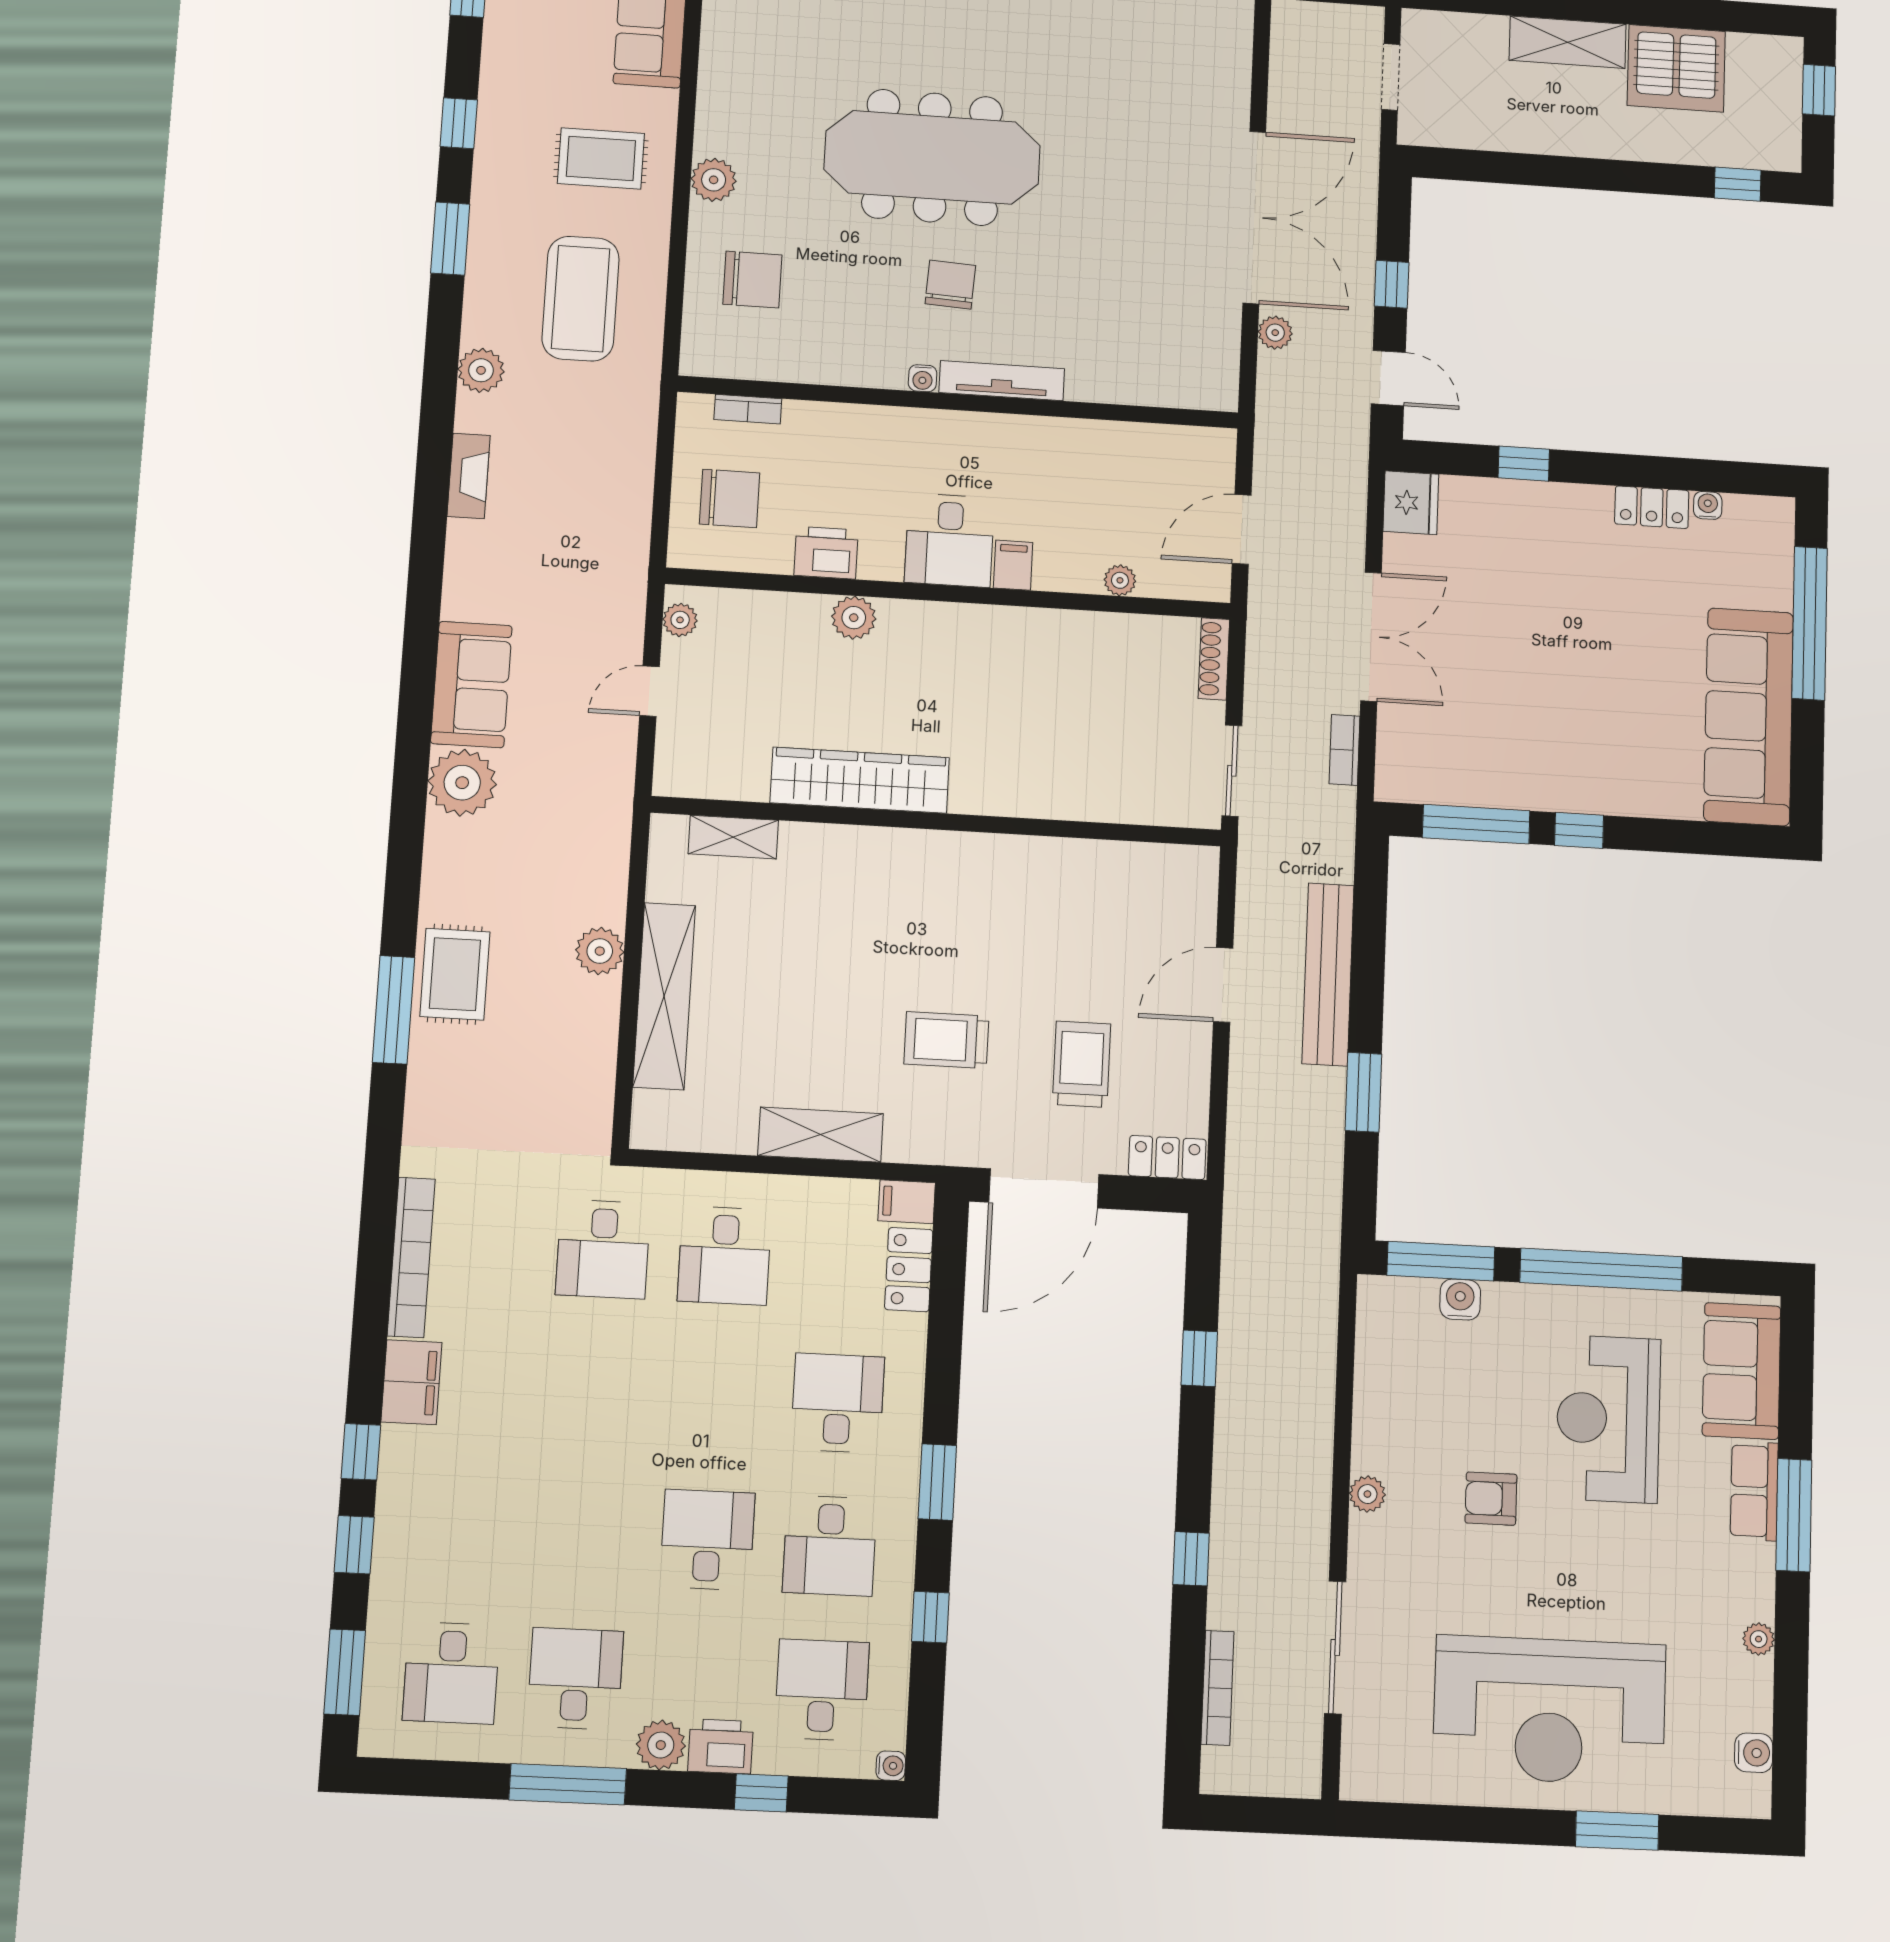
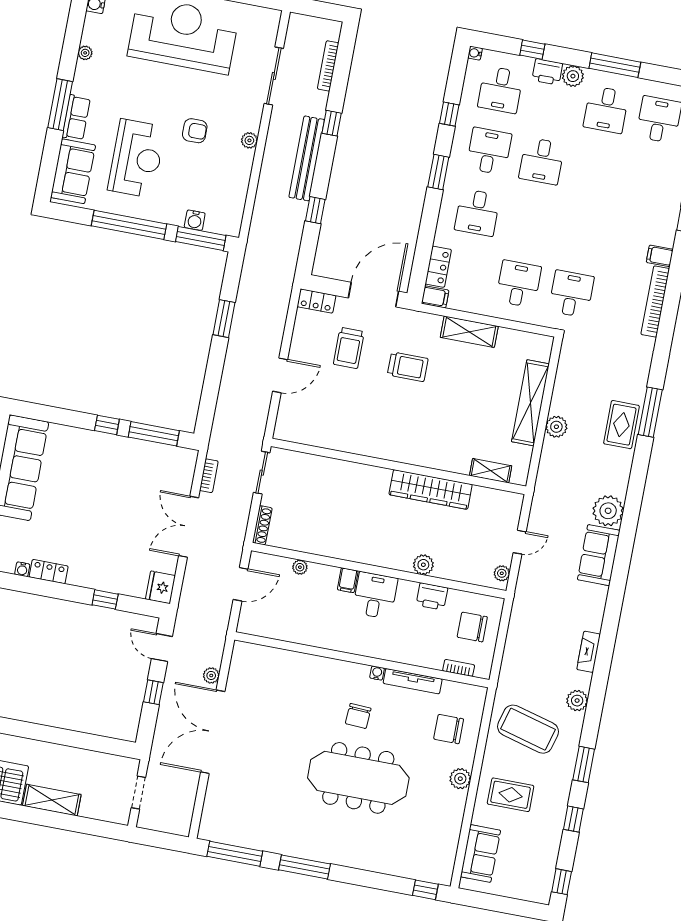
coffee table: (581, 299) -> (528, 729), turned -75
tv unit: (1002, 381) -> (413, 681), moved
bench: (1328, 974) -> (307, 158), moved
filing cabinet: (412, 1382) -> (660, 256), width x0.50

